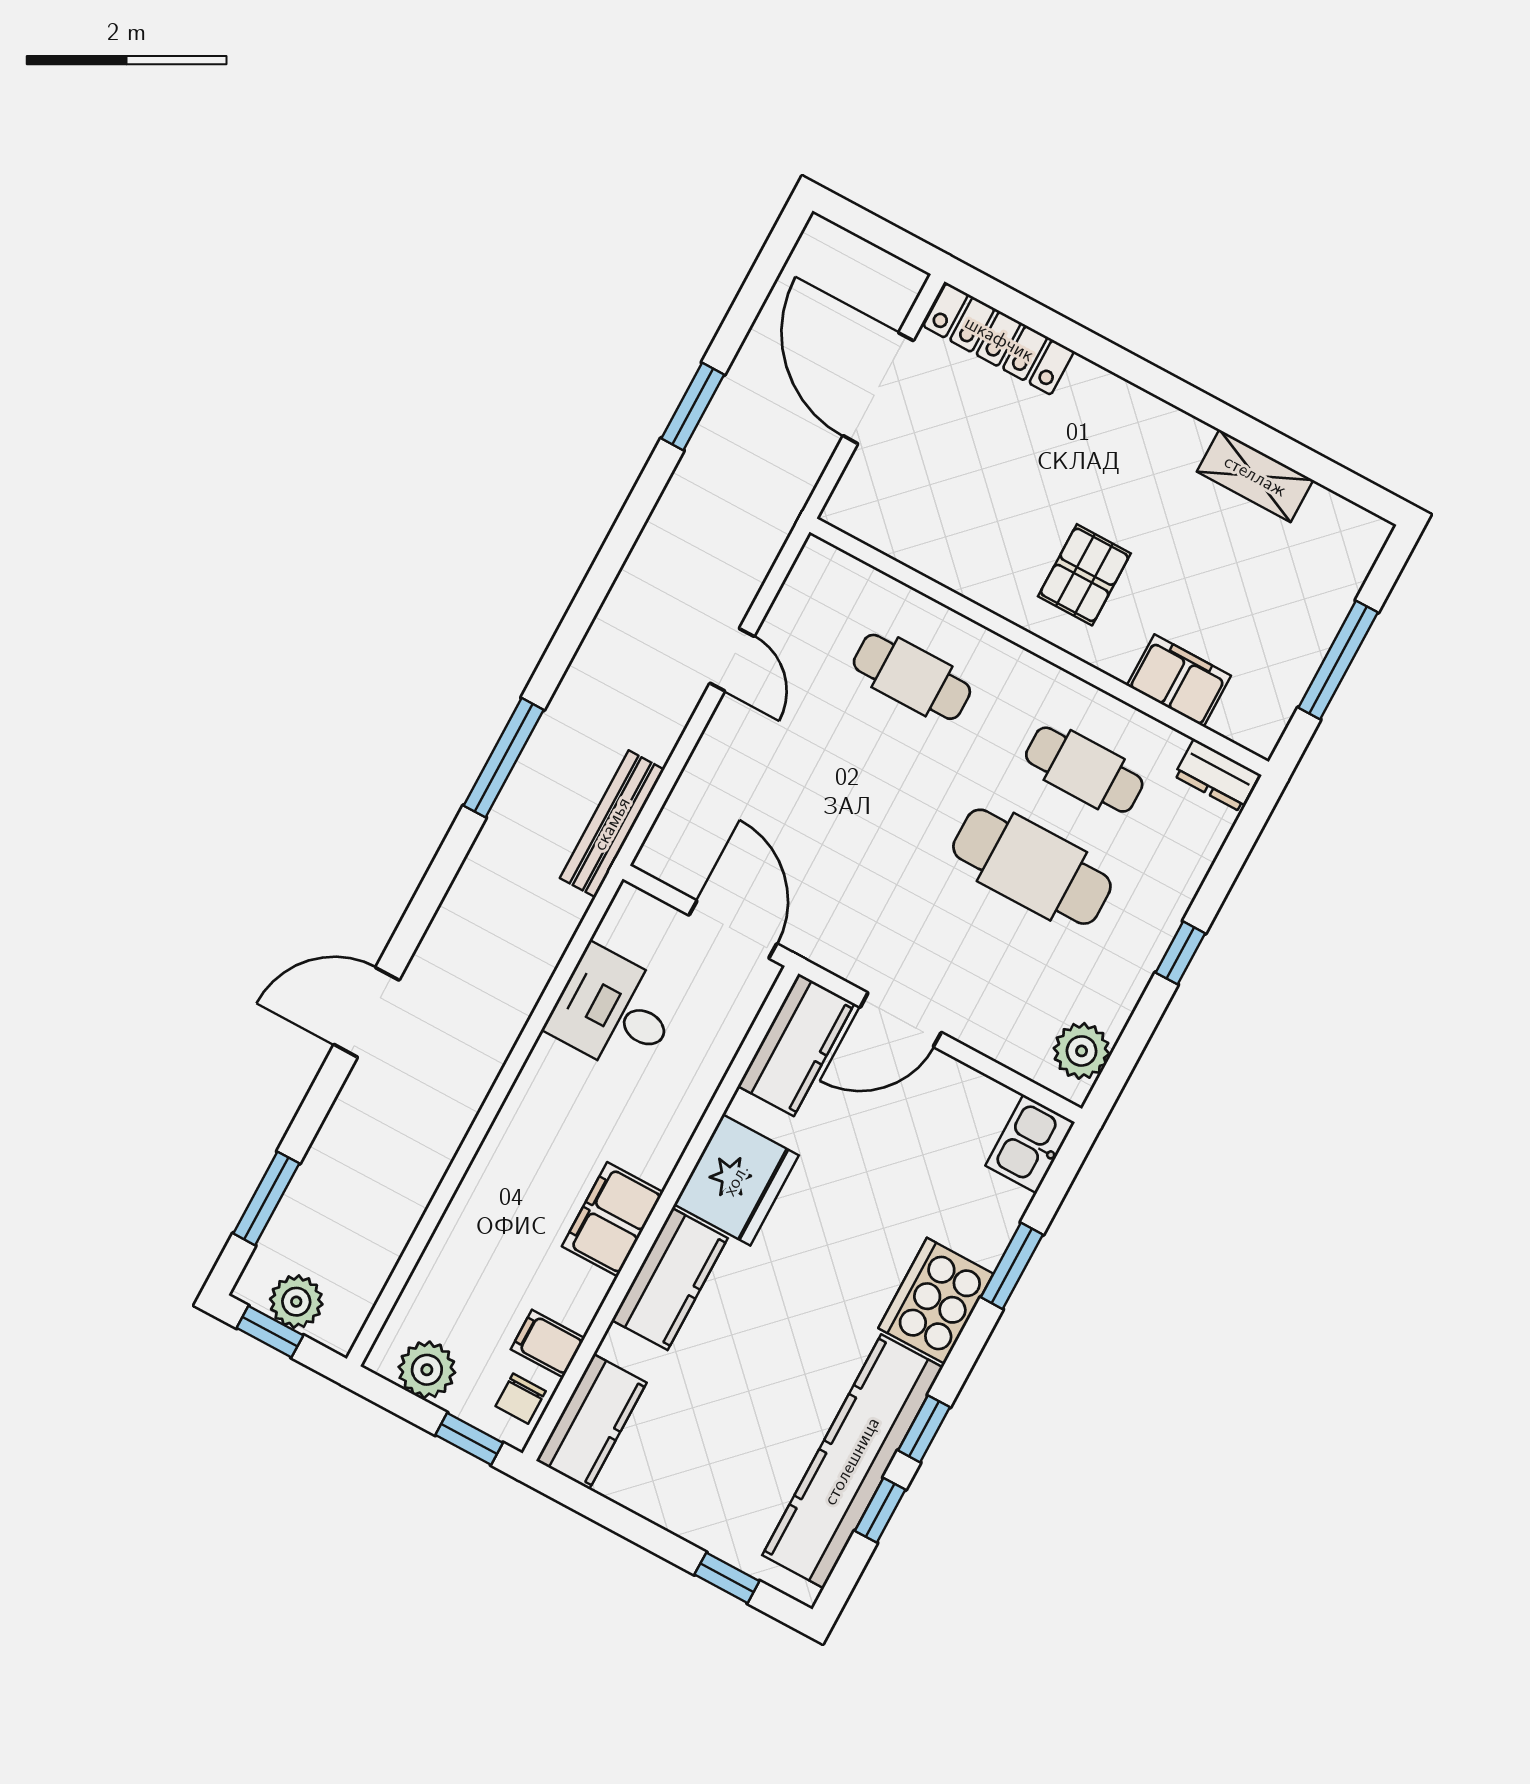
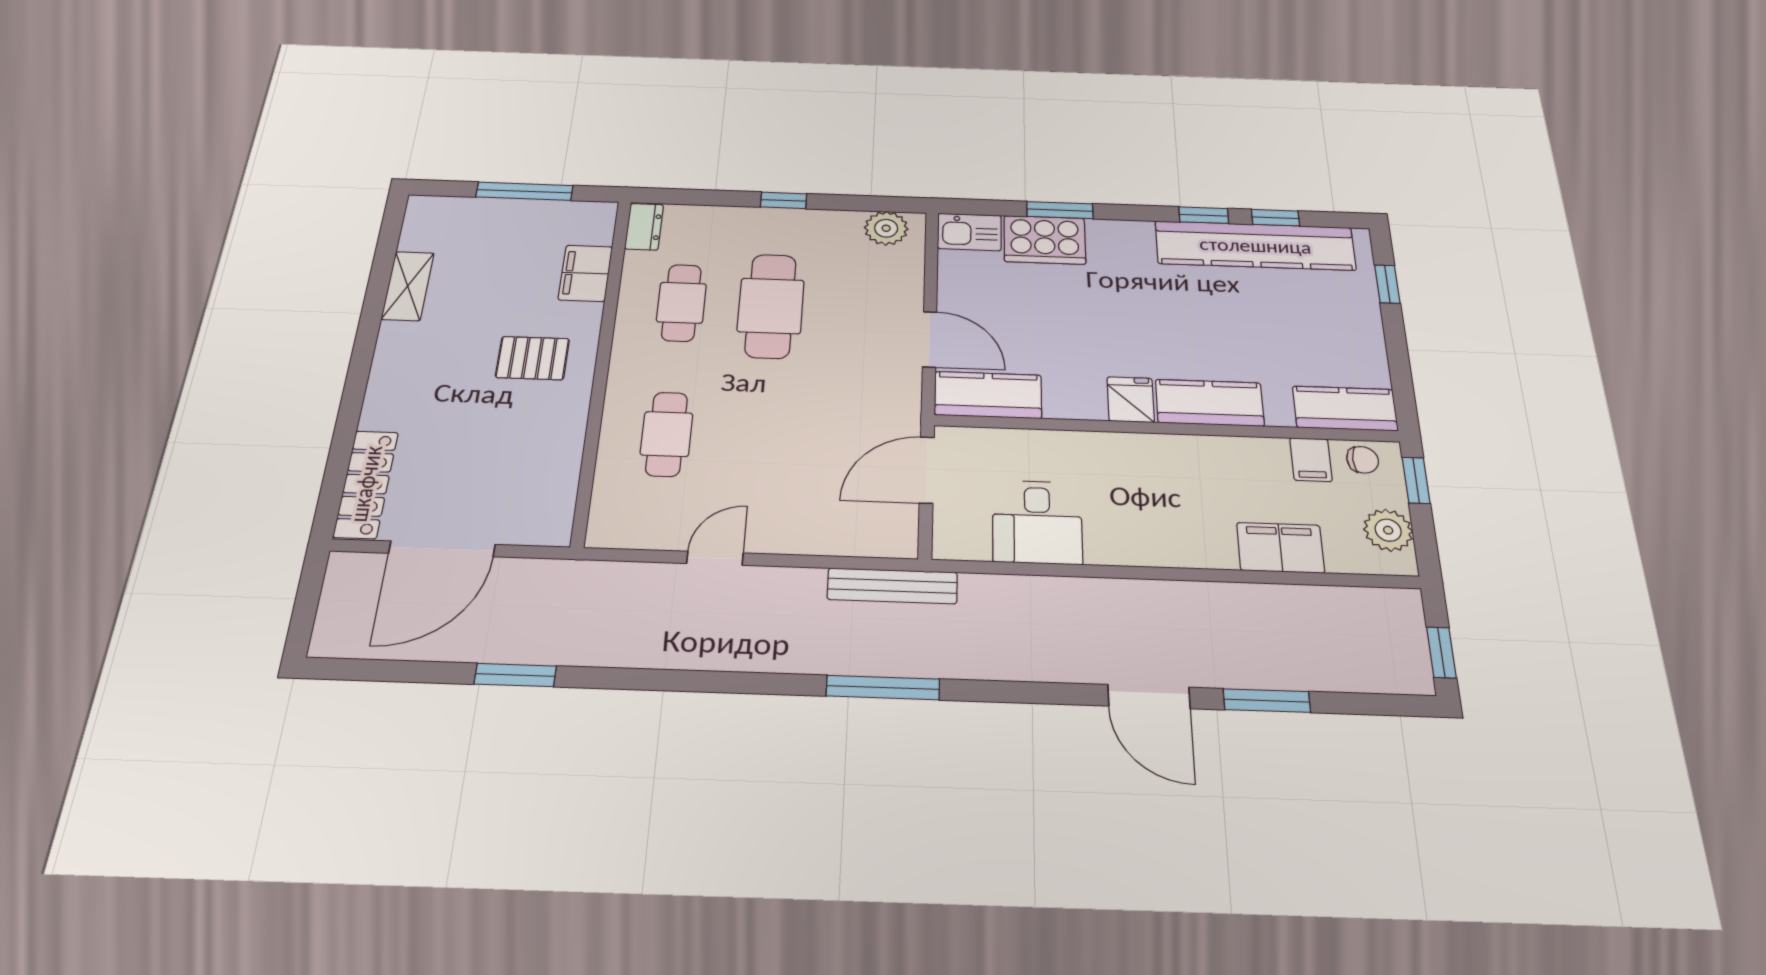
fridge: (736, 1180) -> (1131, 400), width x0.53, depth x0.75
window: (266, 1198) -> (1267, 701), moved
filing cabinet: (613, 1219) -> (1280, 548), moved, turned 180
cooker: (936, 1301) -> (1045, 240), moved
plant: (296, 1302) -> (1405, 644), removed

